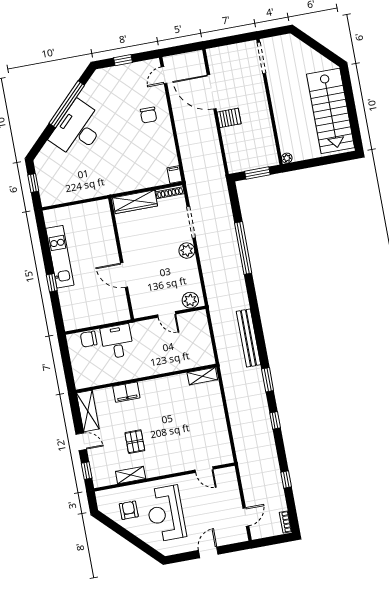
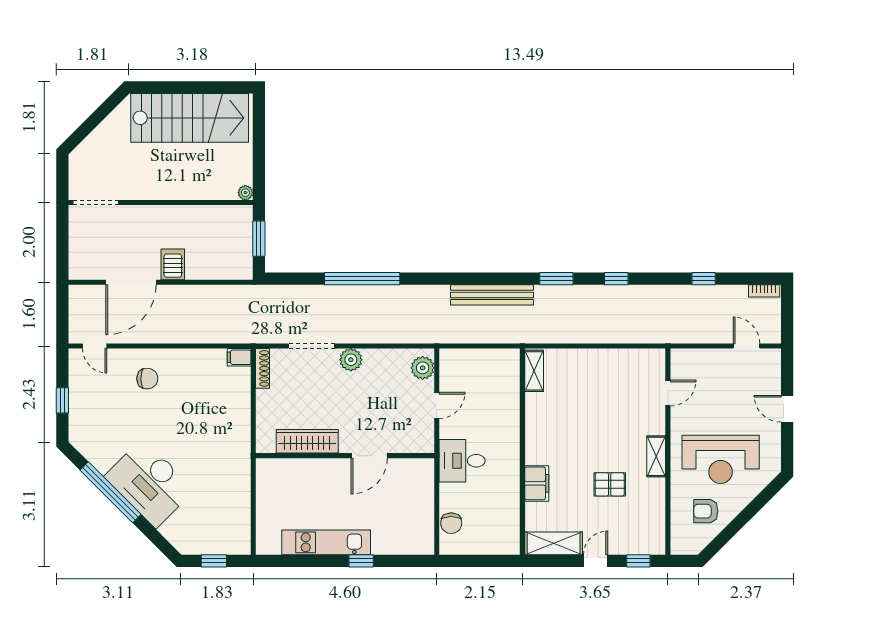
wardrobe: (135, 202) -> (307, 441), moved, turned -90
desk: (117, 341) -> (462, 461), moved
shelving: (131, 475) -> (656, 456), moved

